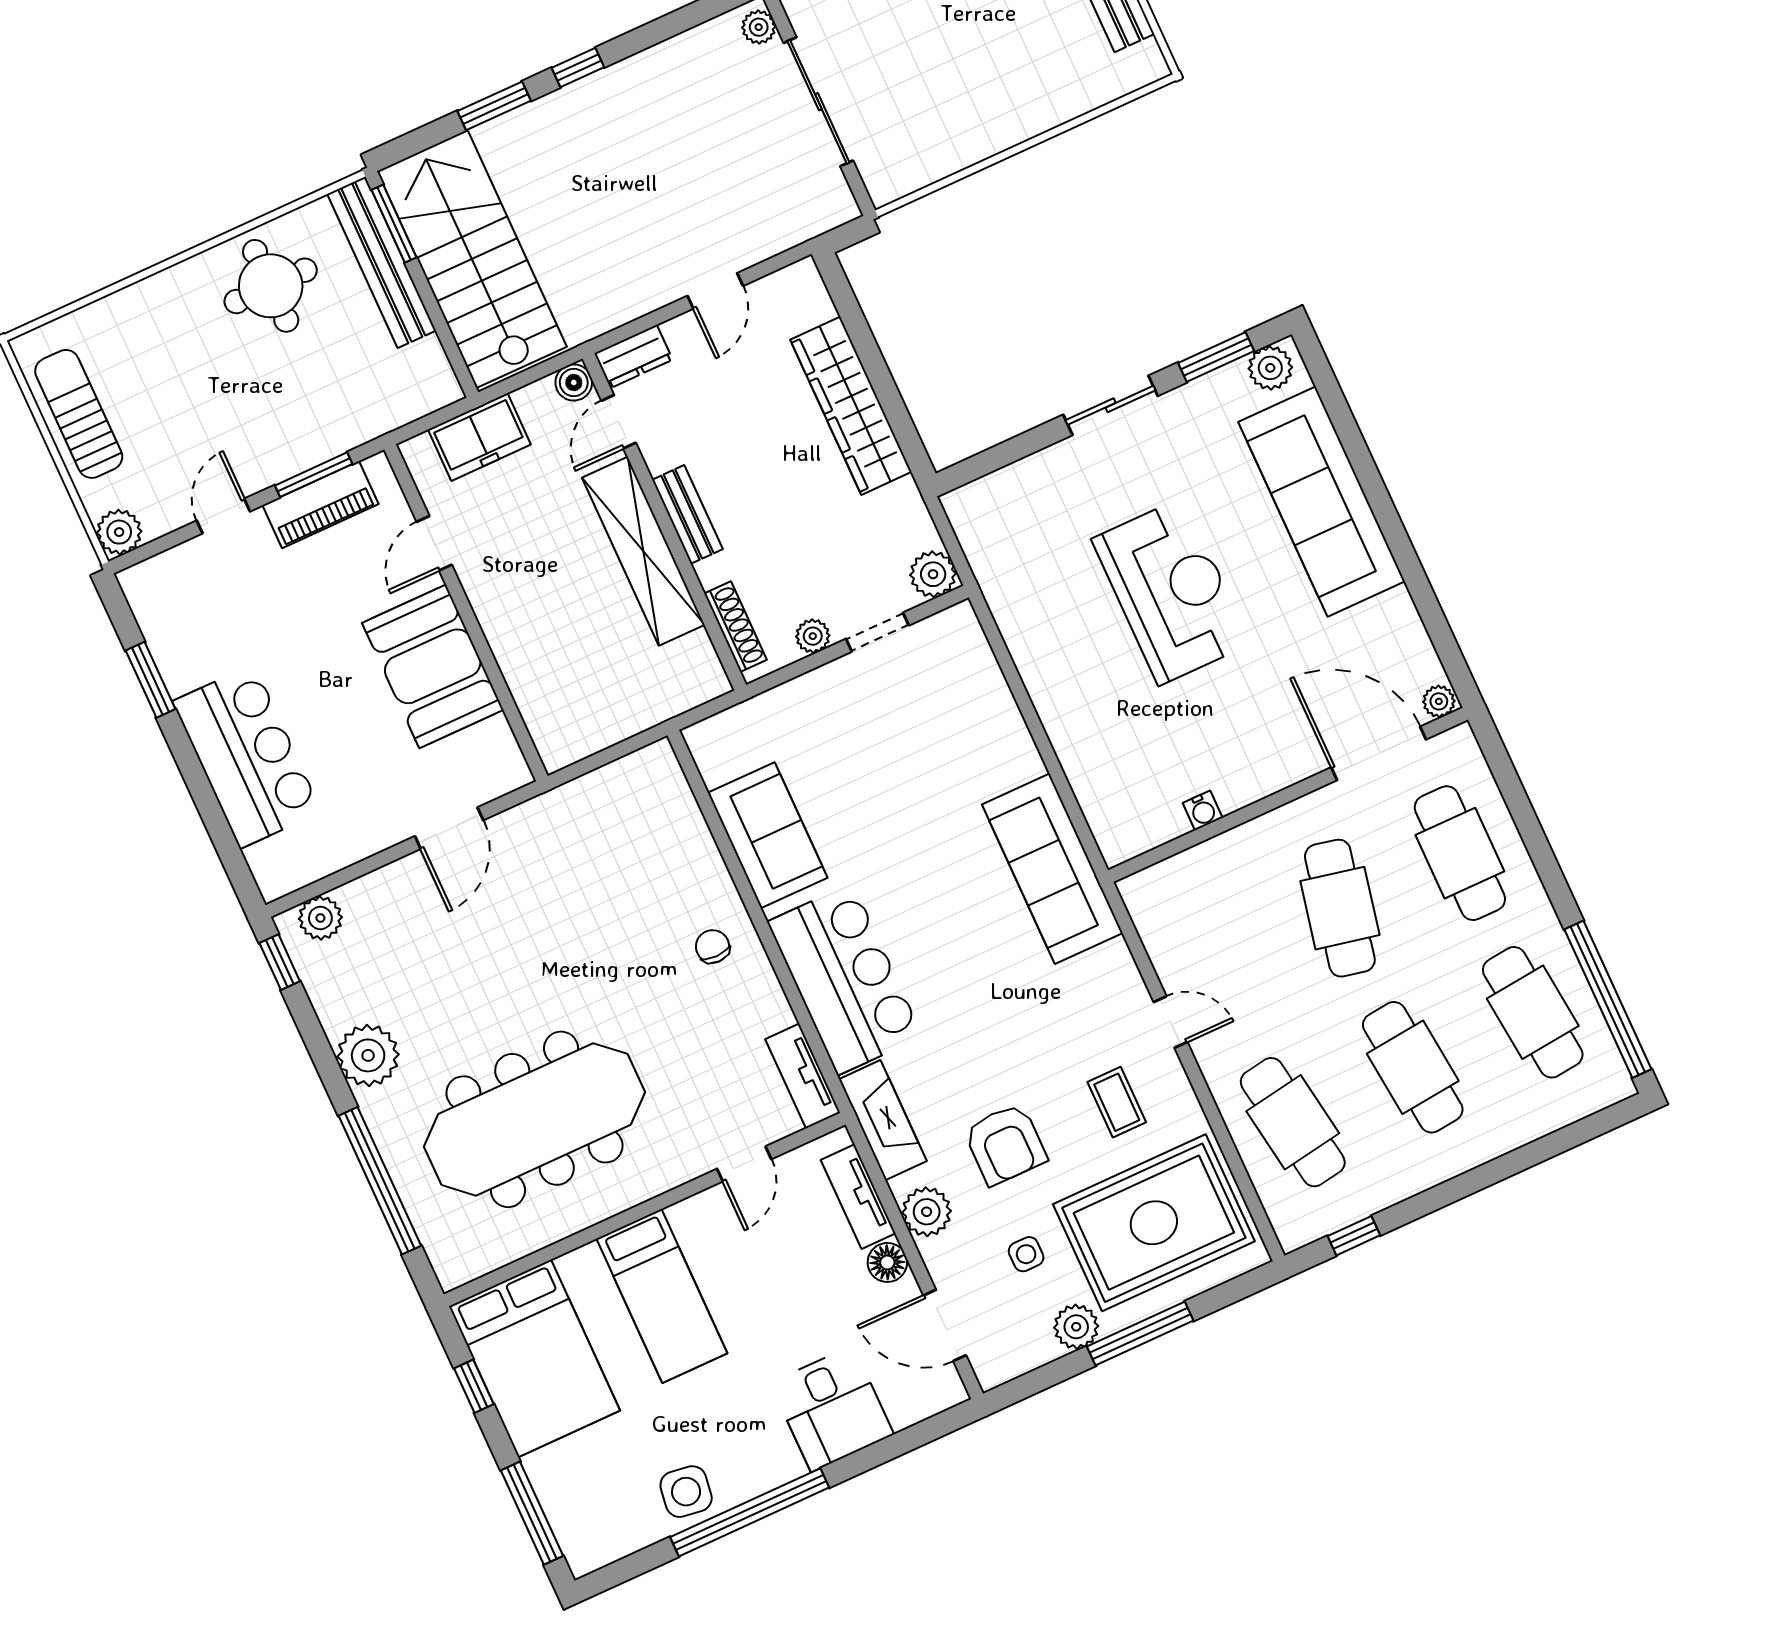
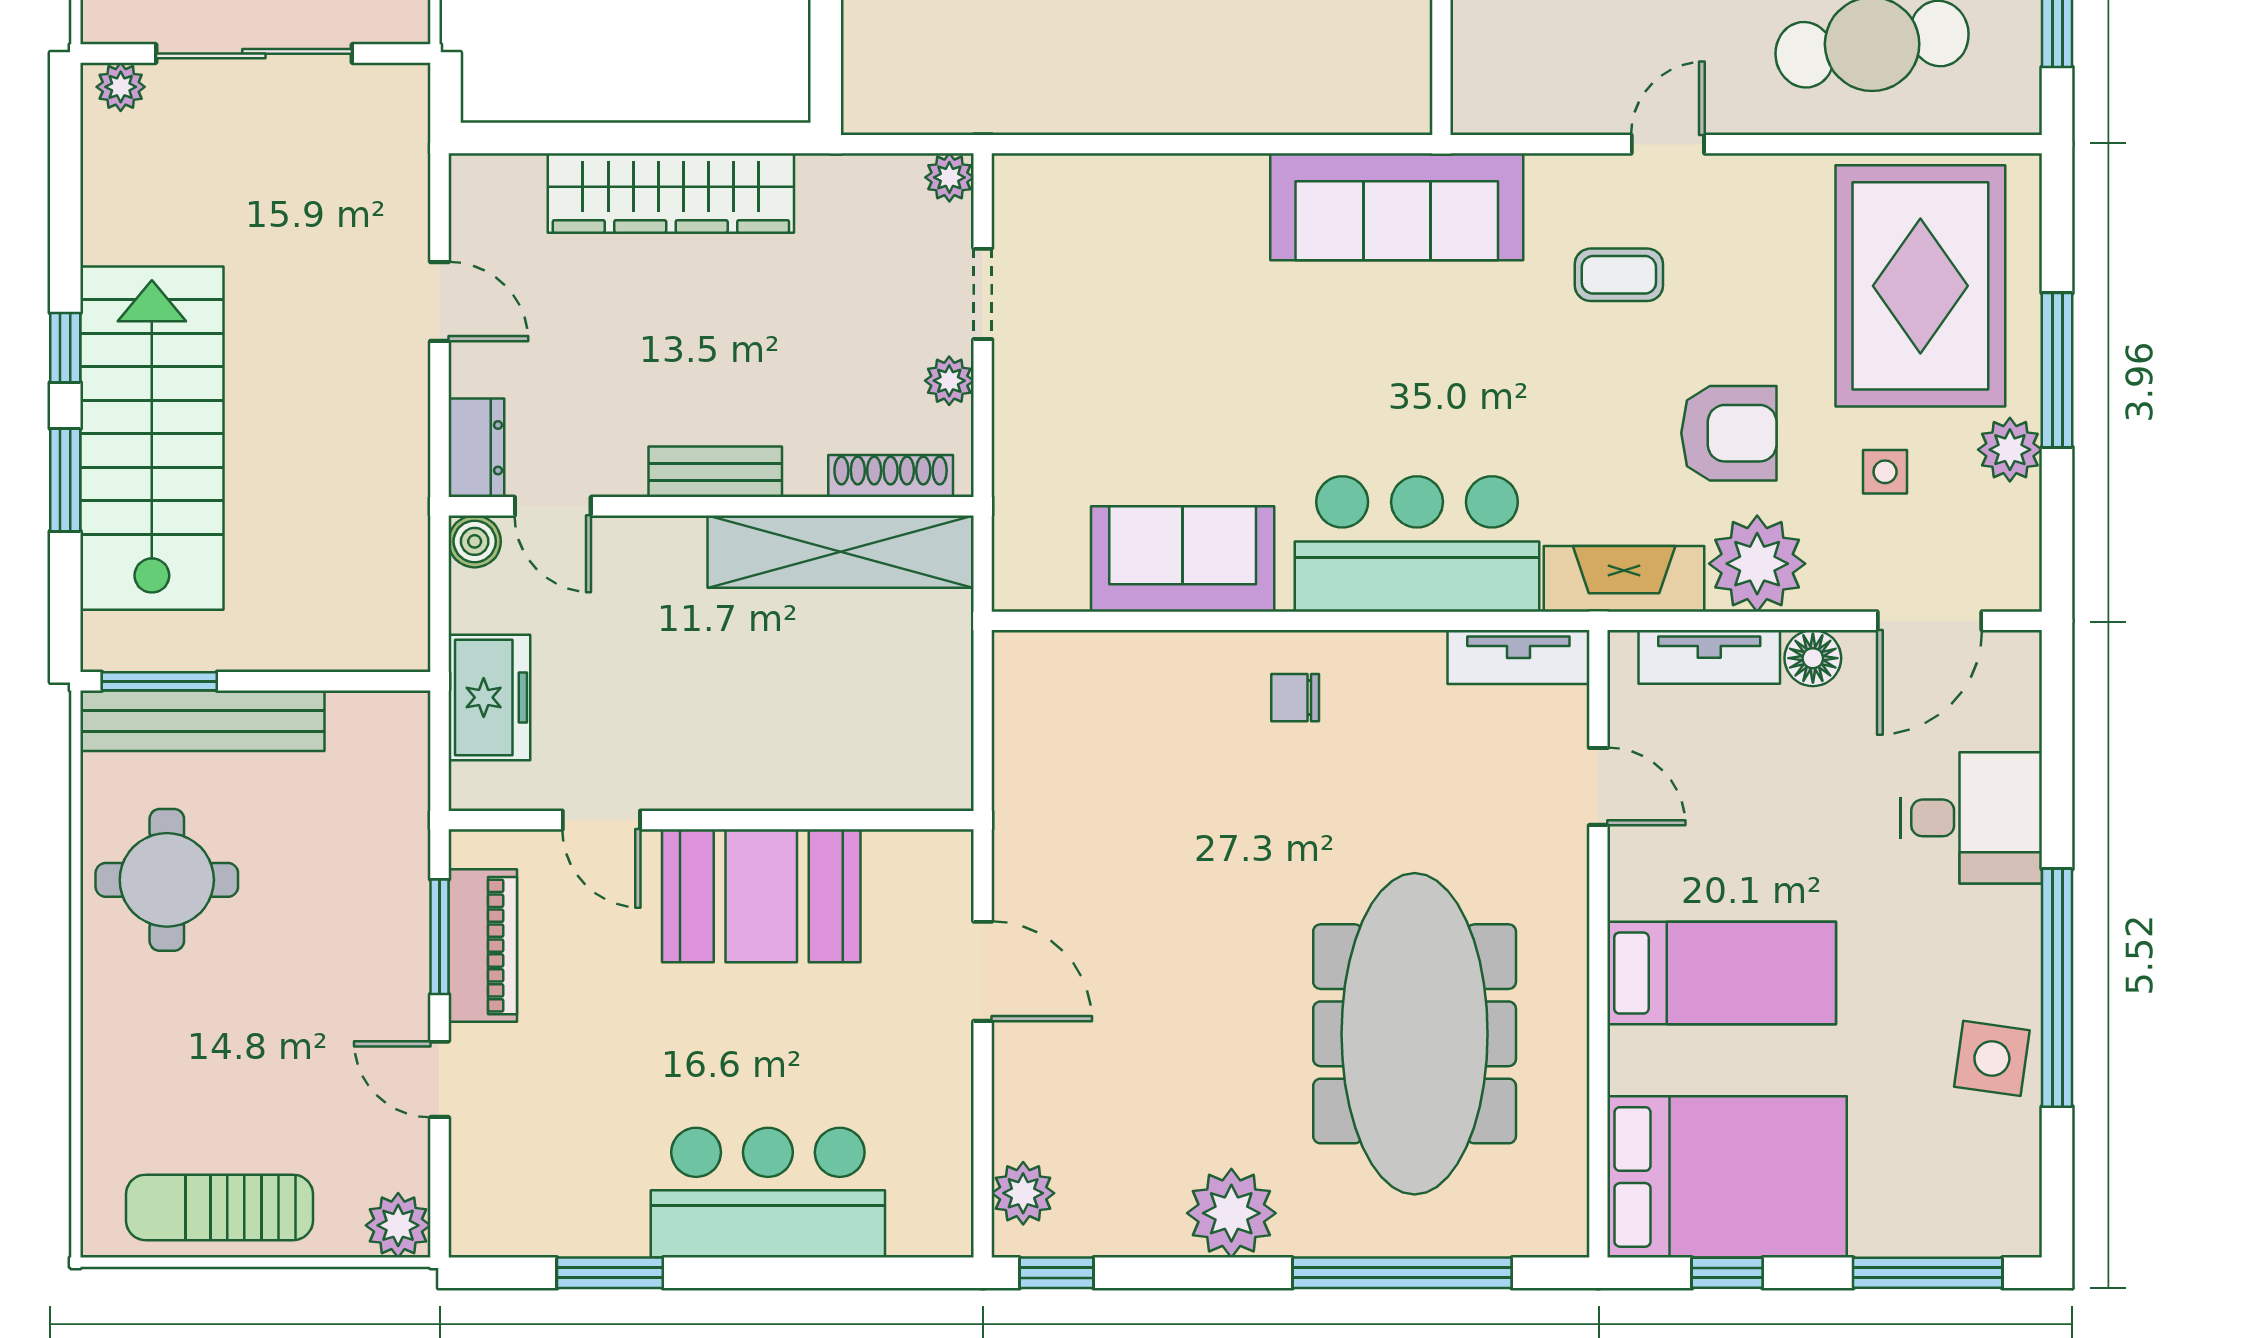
stairs: (472, 259) -> (152, 438), moved, turned 90
shelving: (643, 551) -> (841, 552), moved
plant: (933, 574) -> (949, 177), width x0.73, depth x0.73
coffee table: (1117, 1102) -> (1619, 275), moved
plant: (927, 1212) -> (1757, 564), width x1.36, depth x1.36

